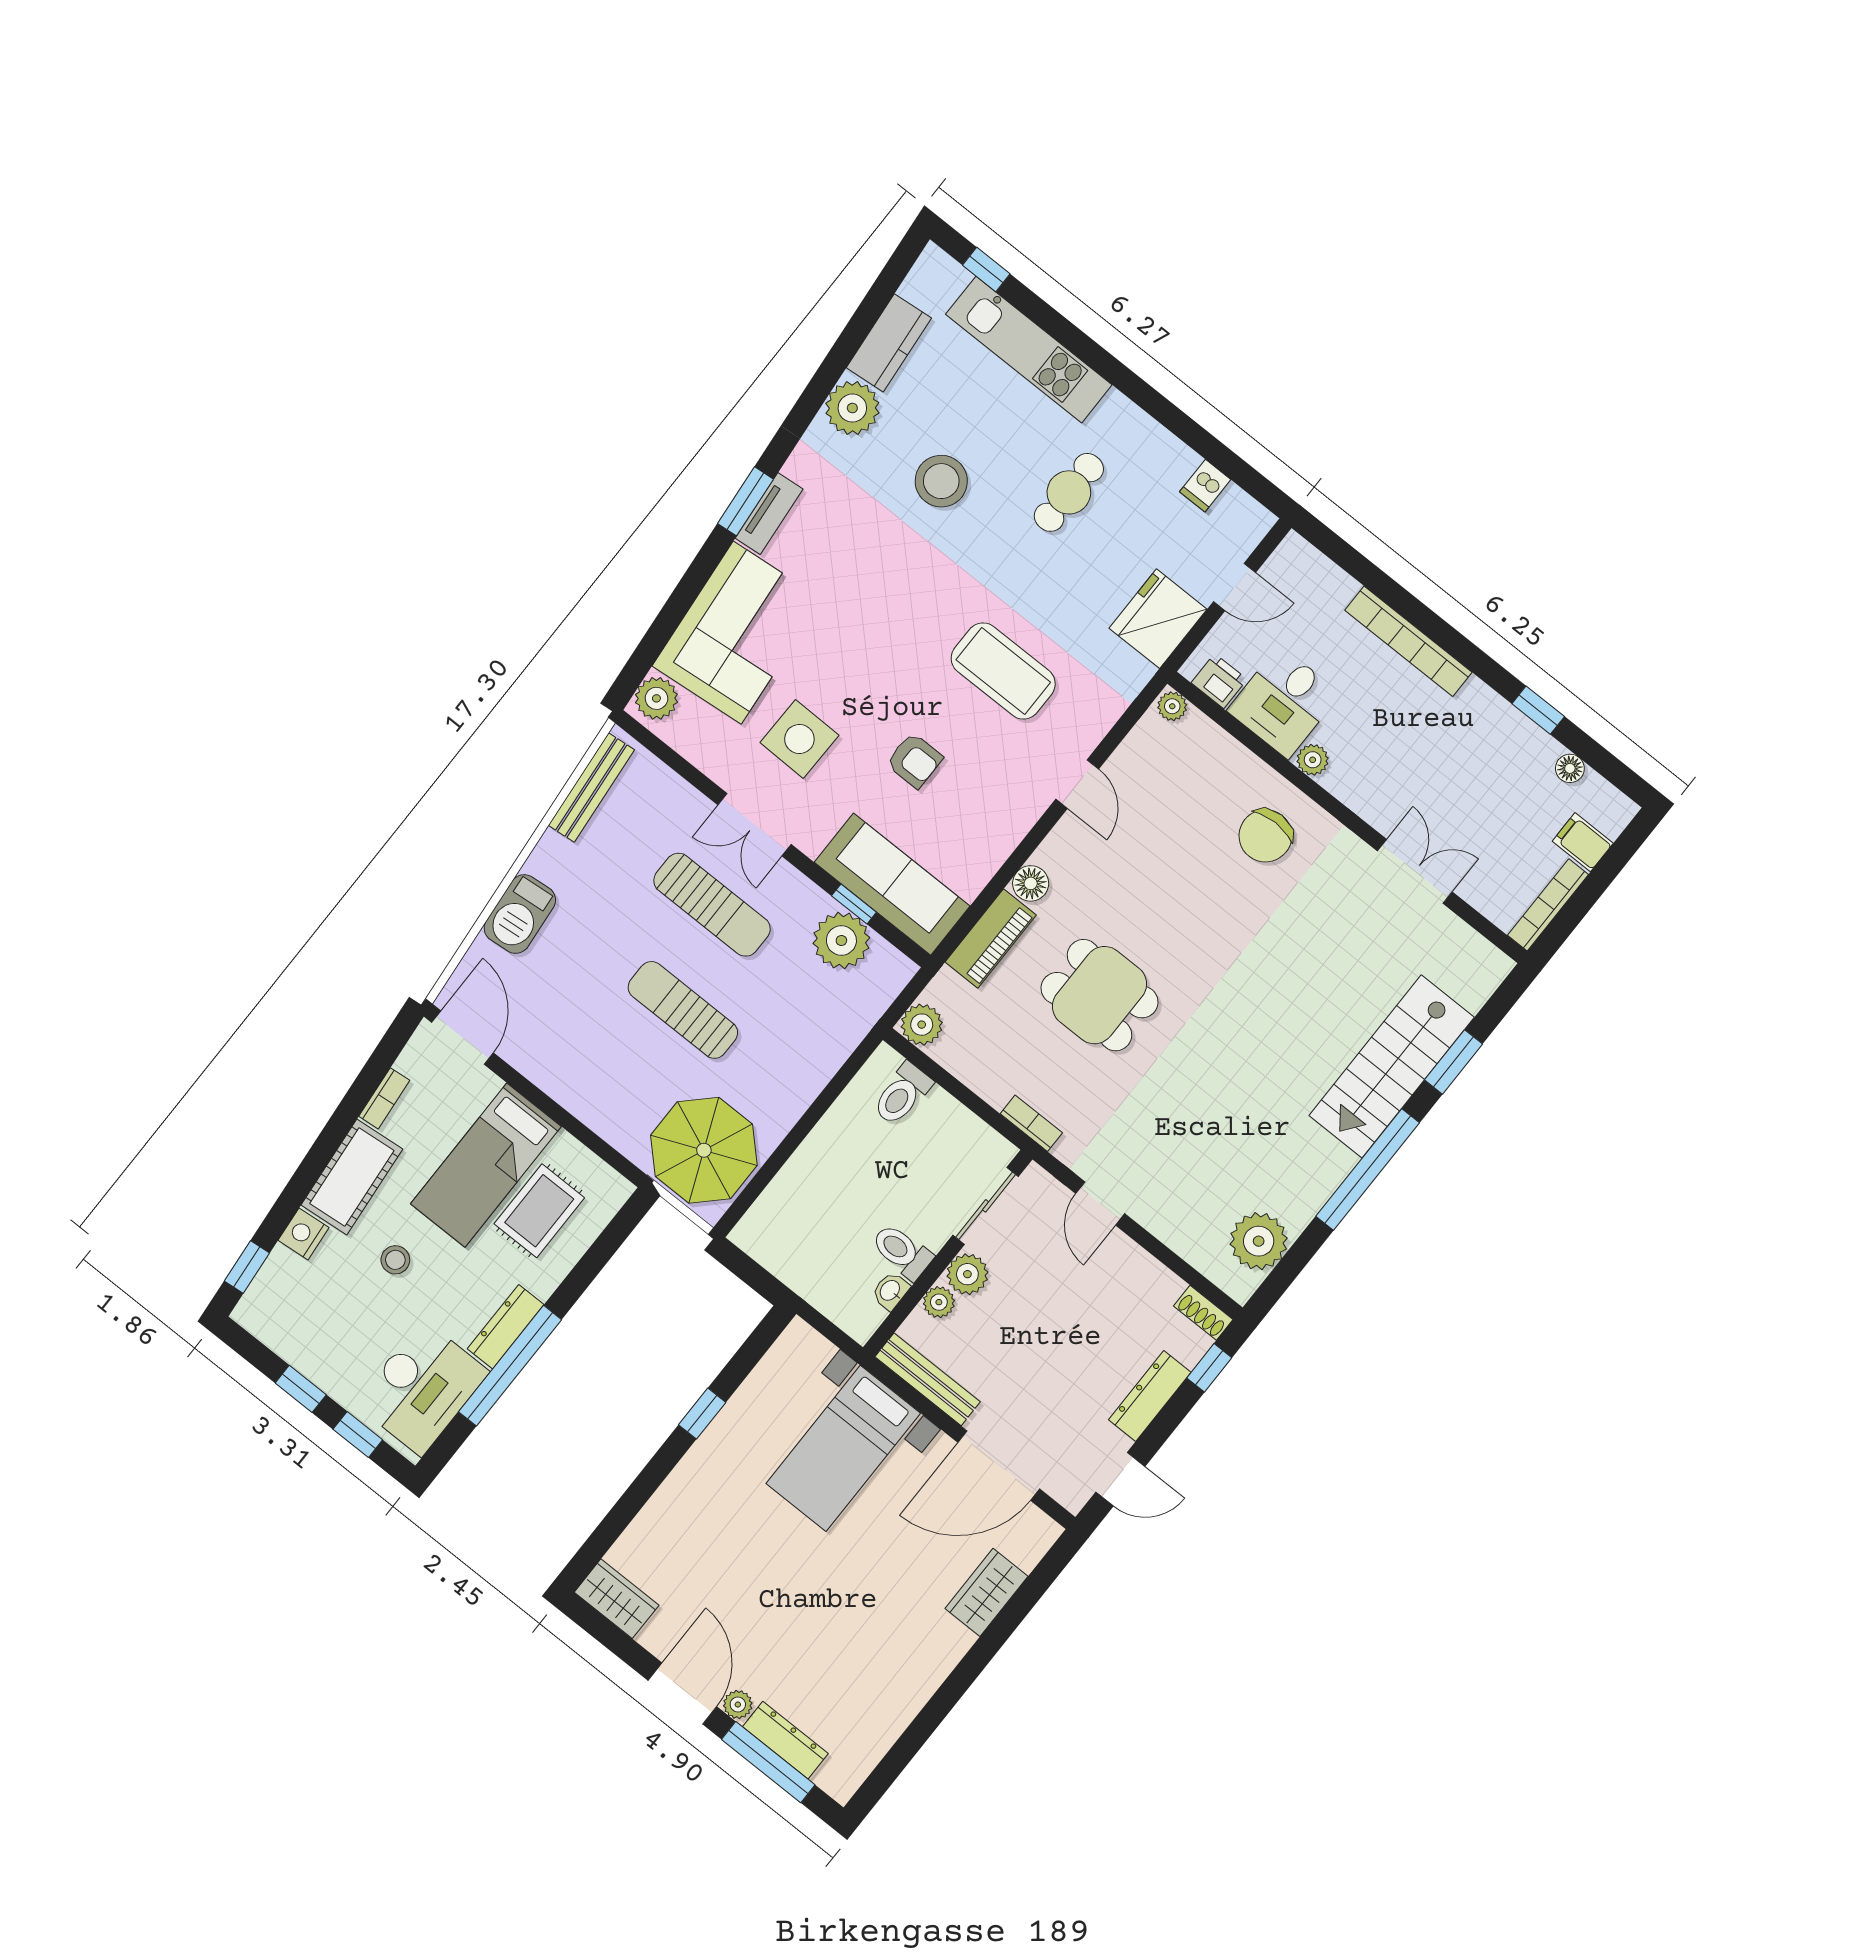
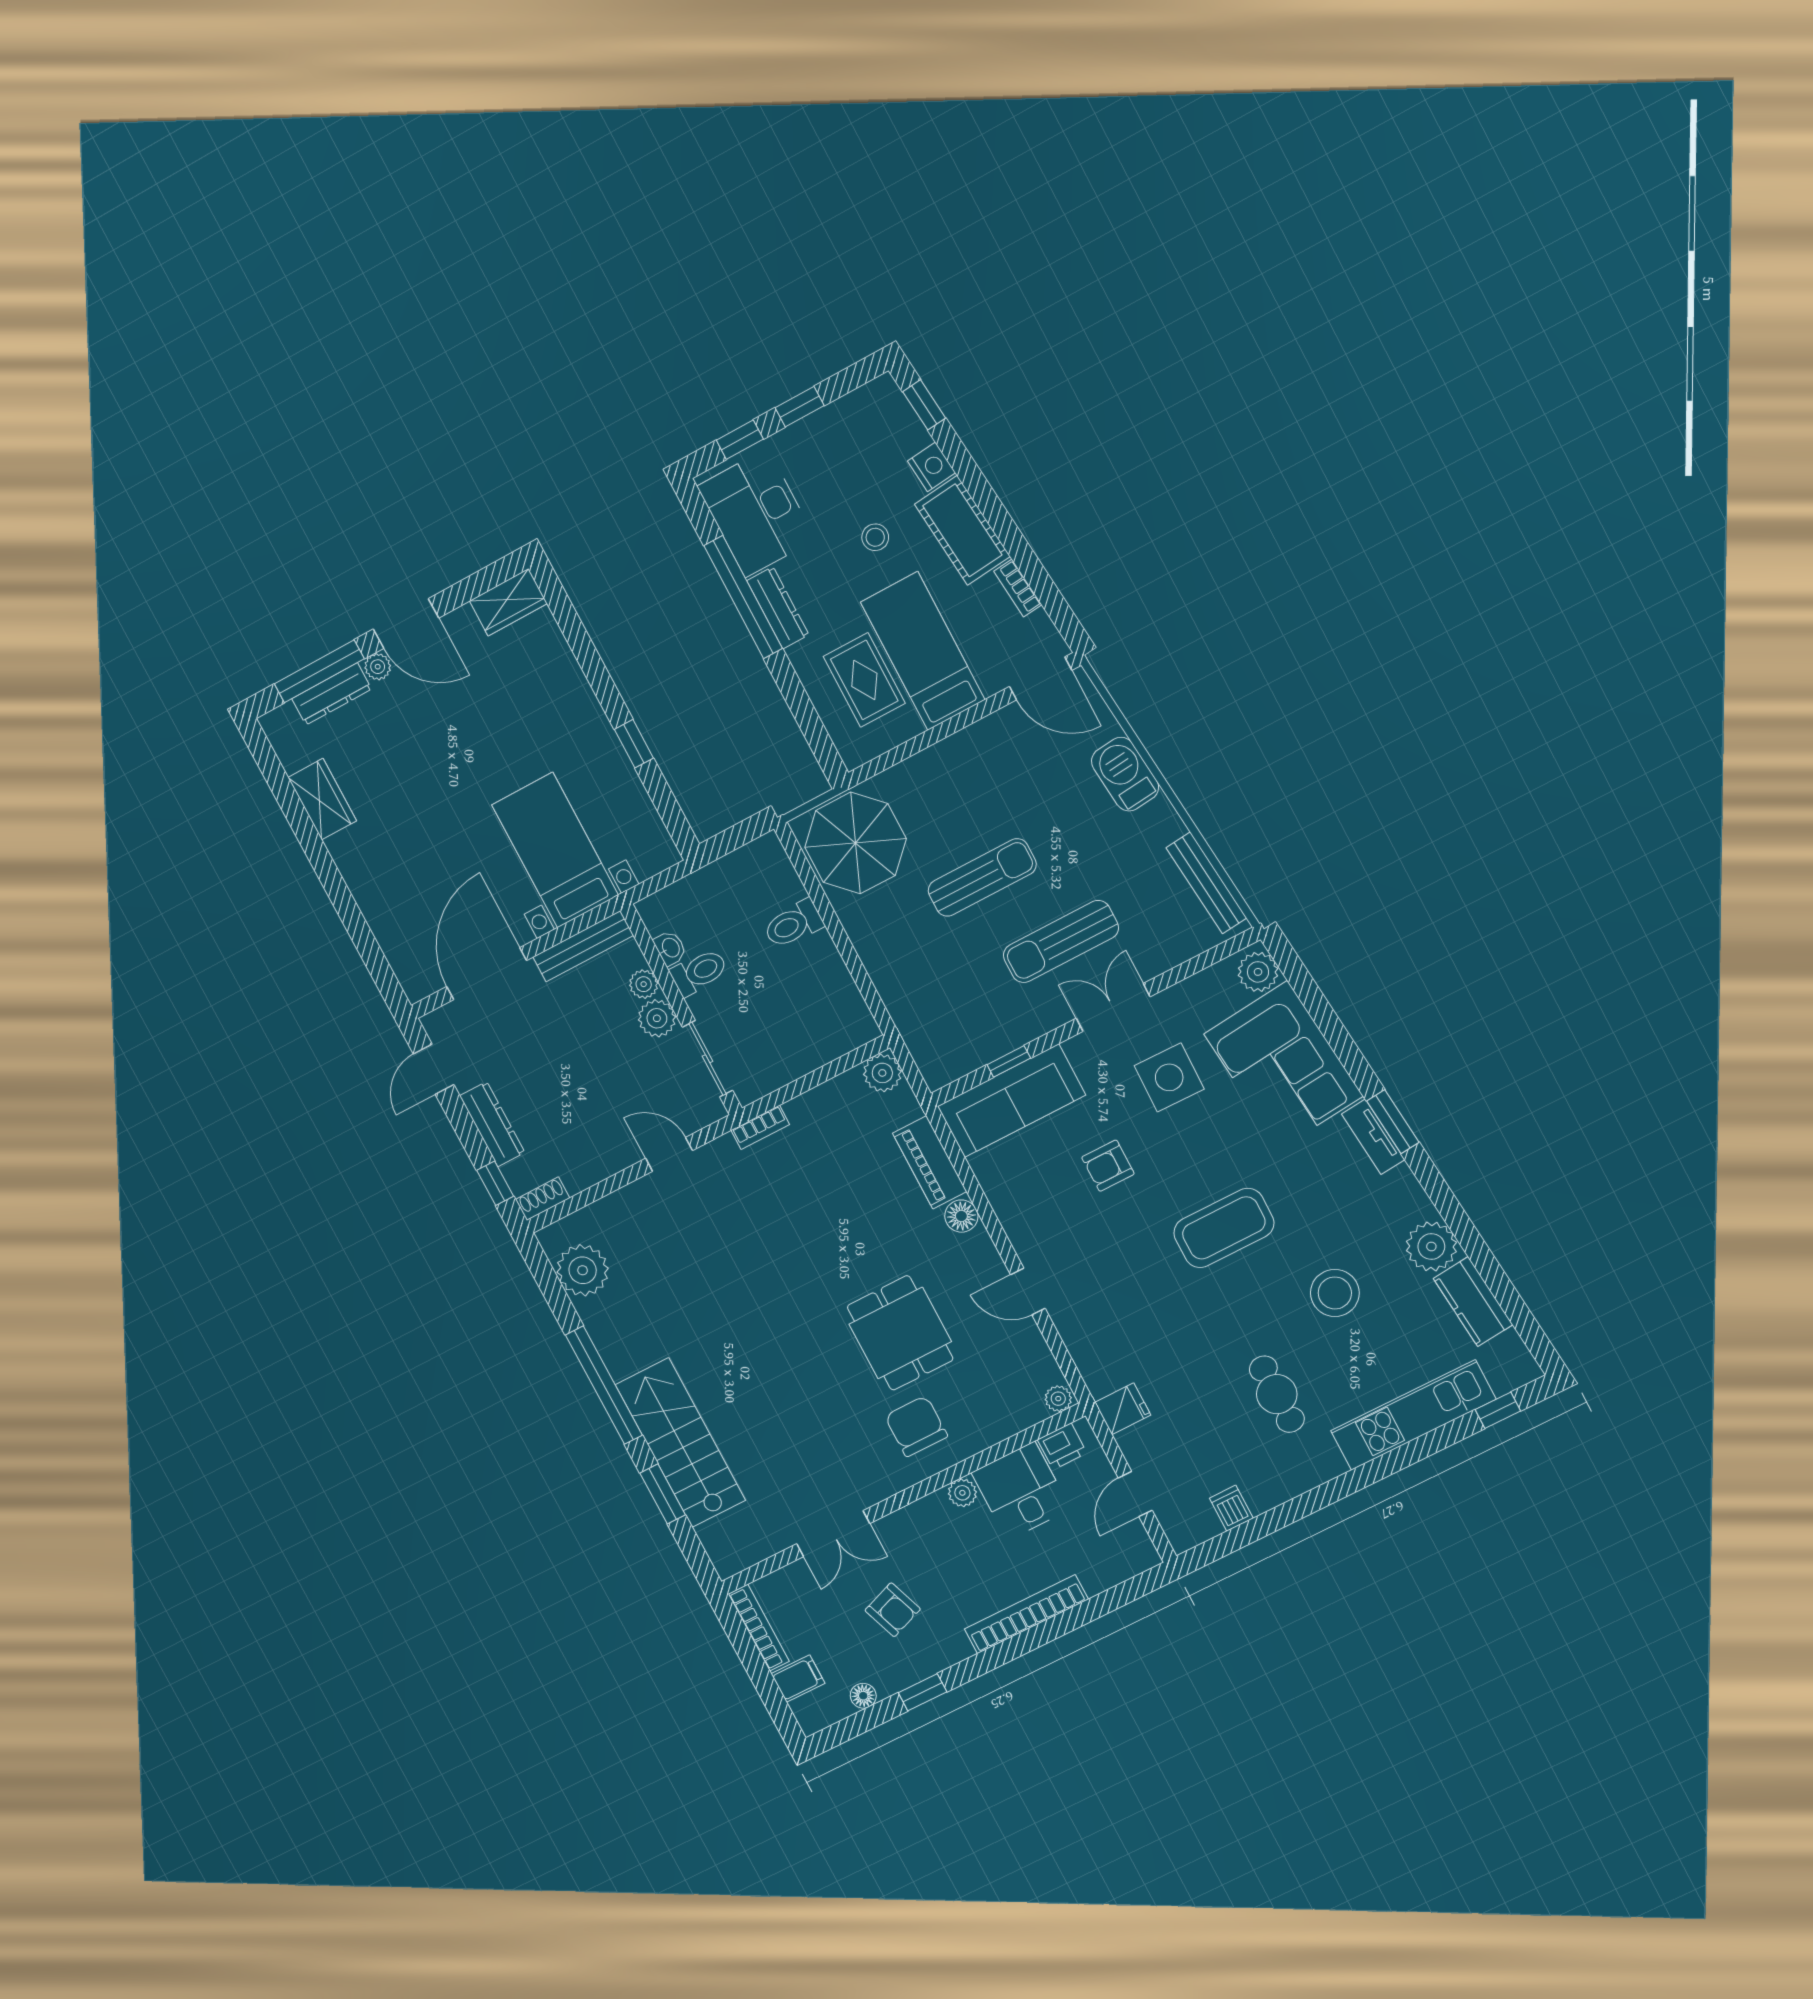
fridge: (1158, 619) -> (1123, 1409), width x0.53, depth x0.75
coffee table: (1003, 671) -> (1224, 1228), moved
armchair: (1466, 777) -> (893, 1610), added
plant: (841, 940) -> (983, 1037), removed
dining table: (1099, 995) -> (900, 1333), moved, turned 90
toilet: (902, 1094) -> (793, 924), moved, turned -90
wardrobe: (986, 1592) -> (322, 799), moved

